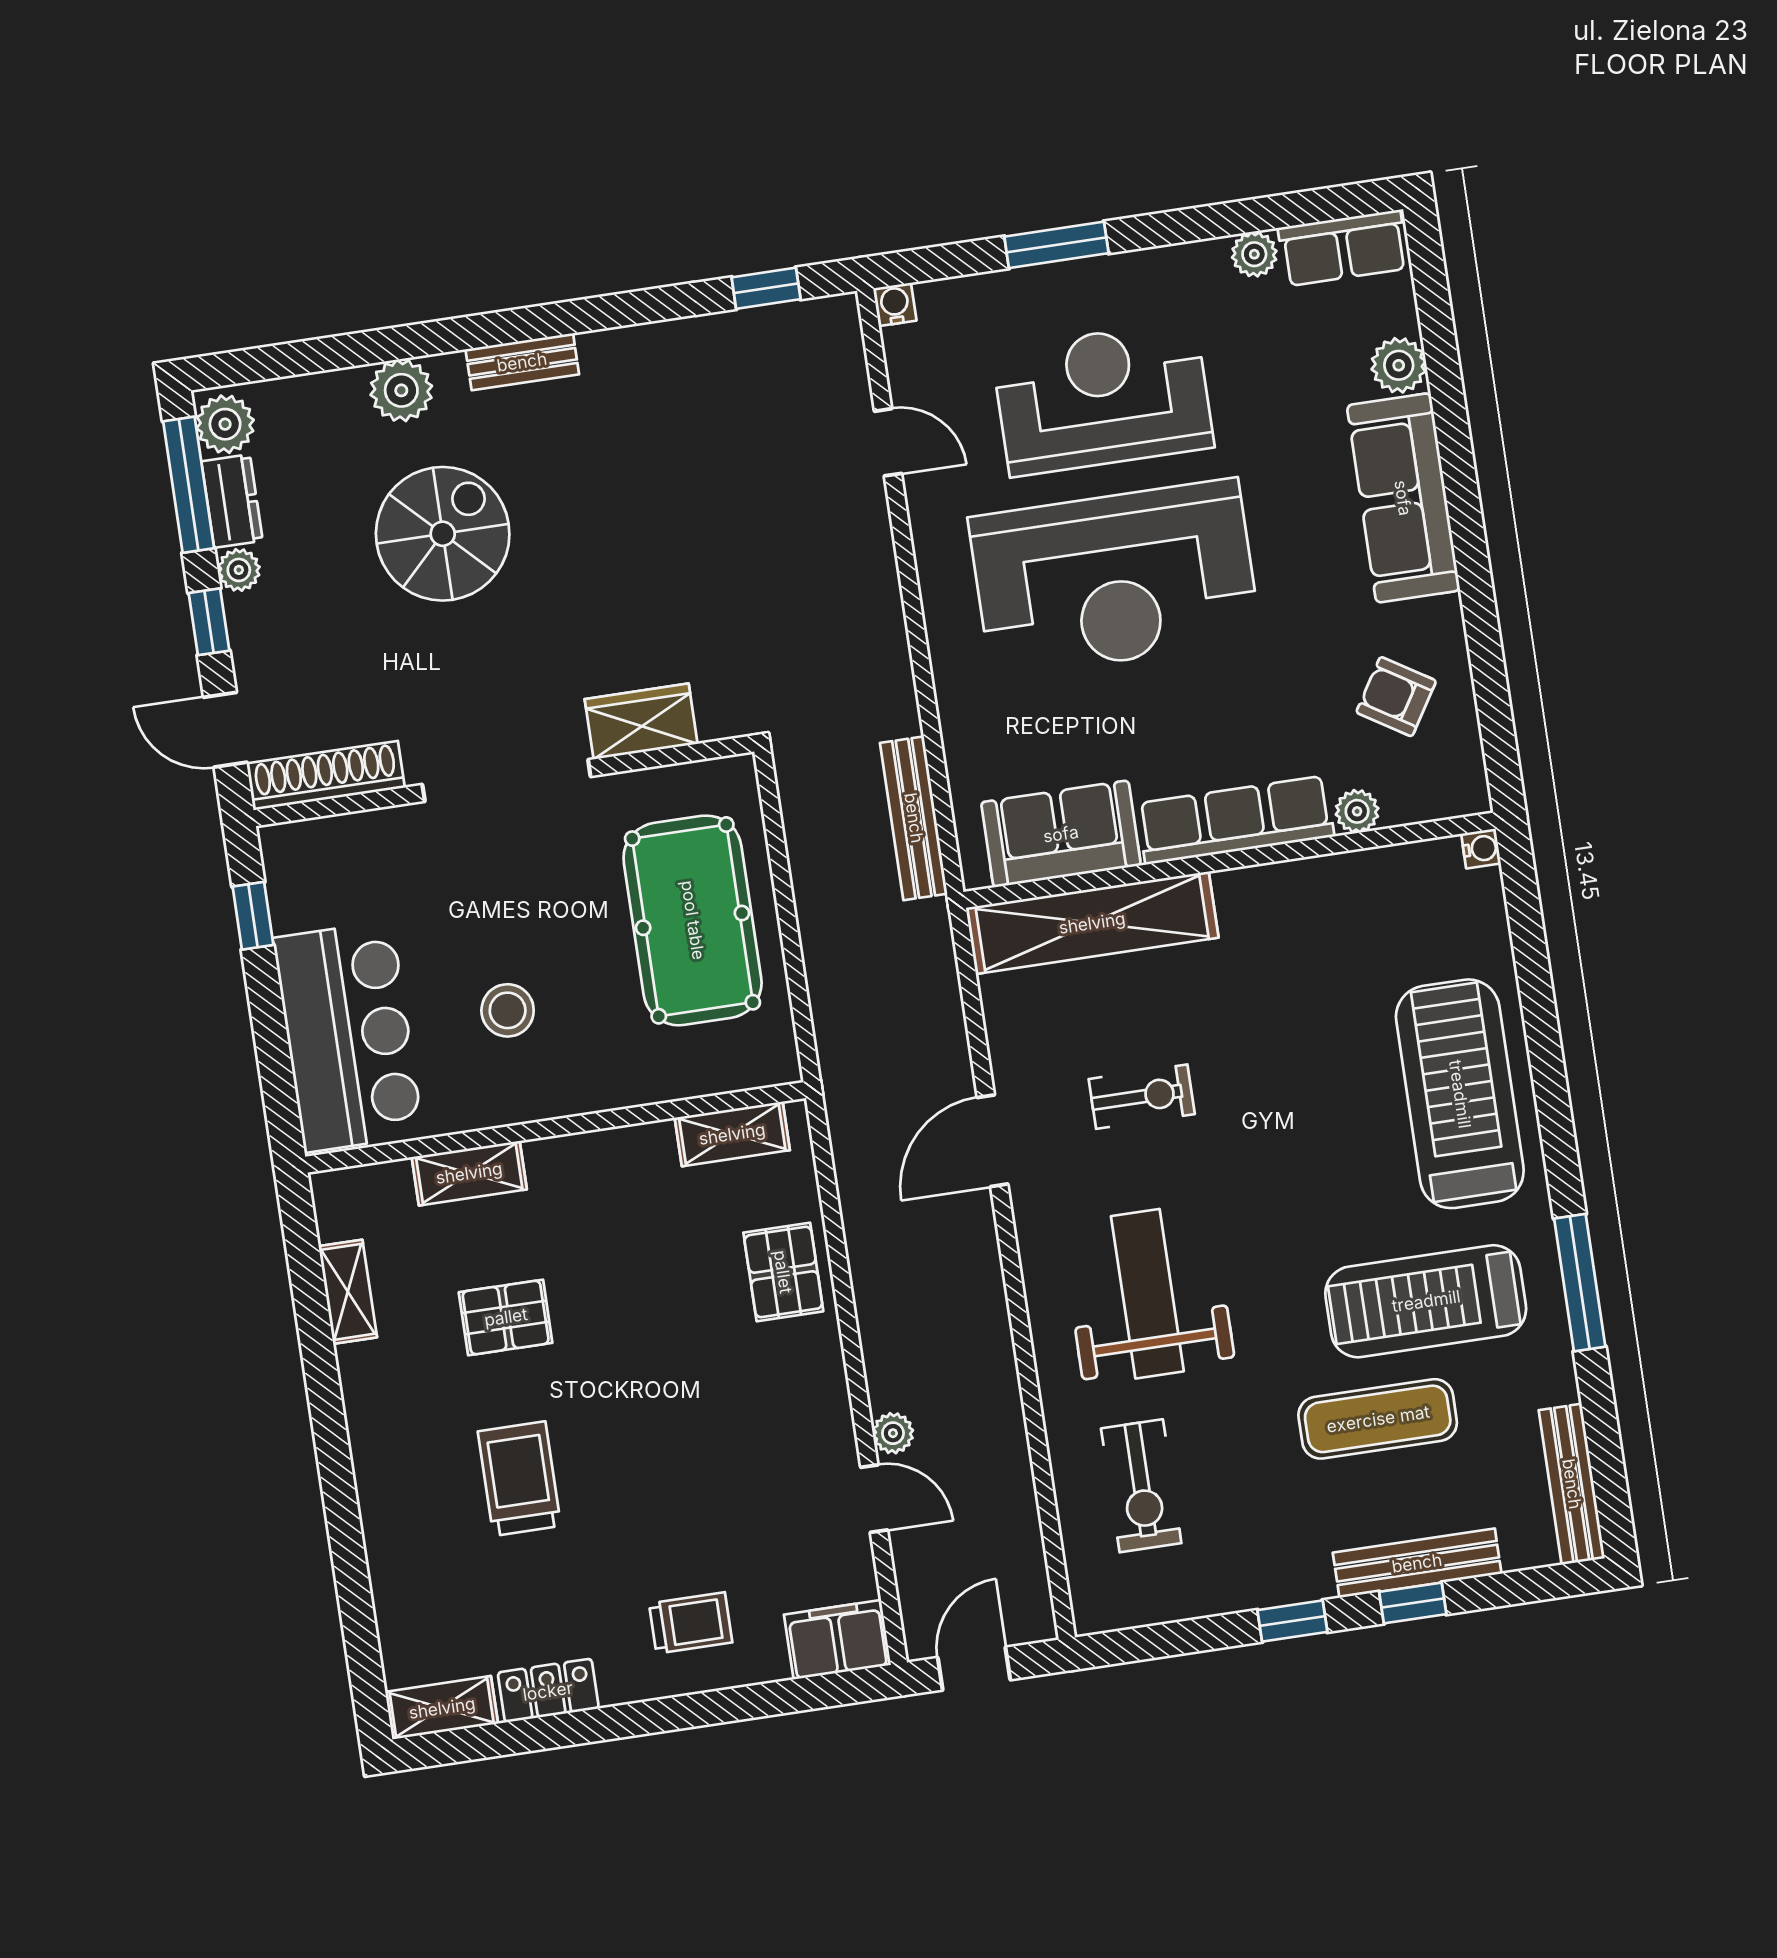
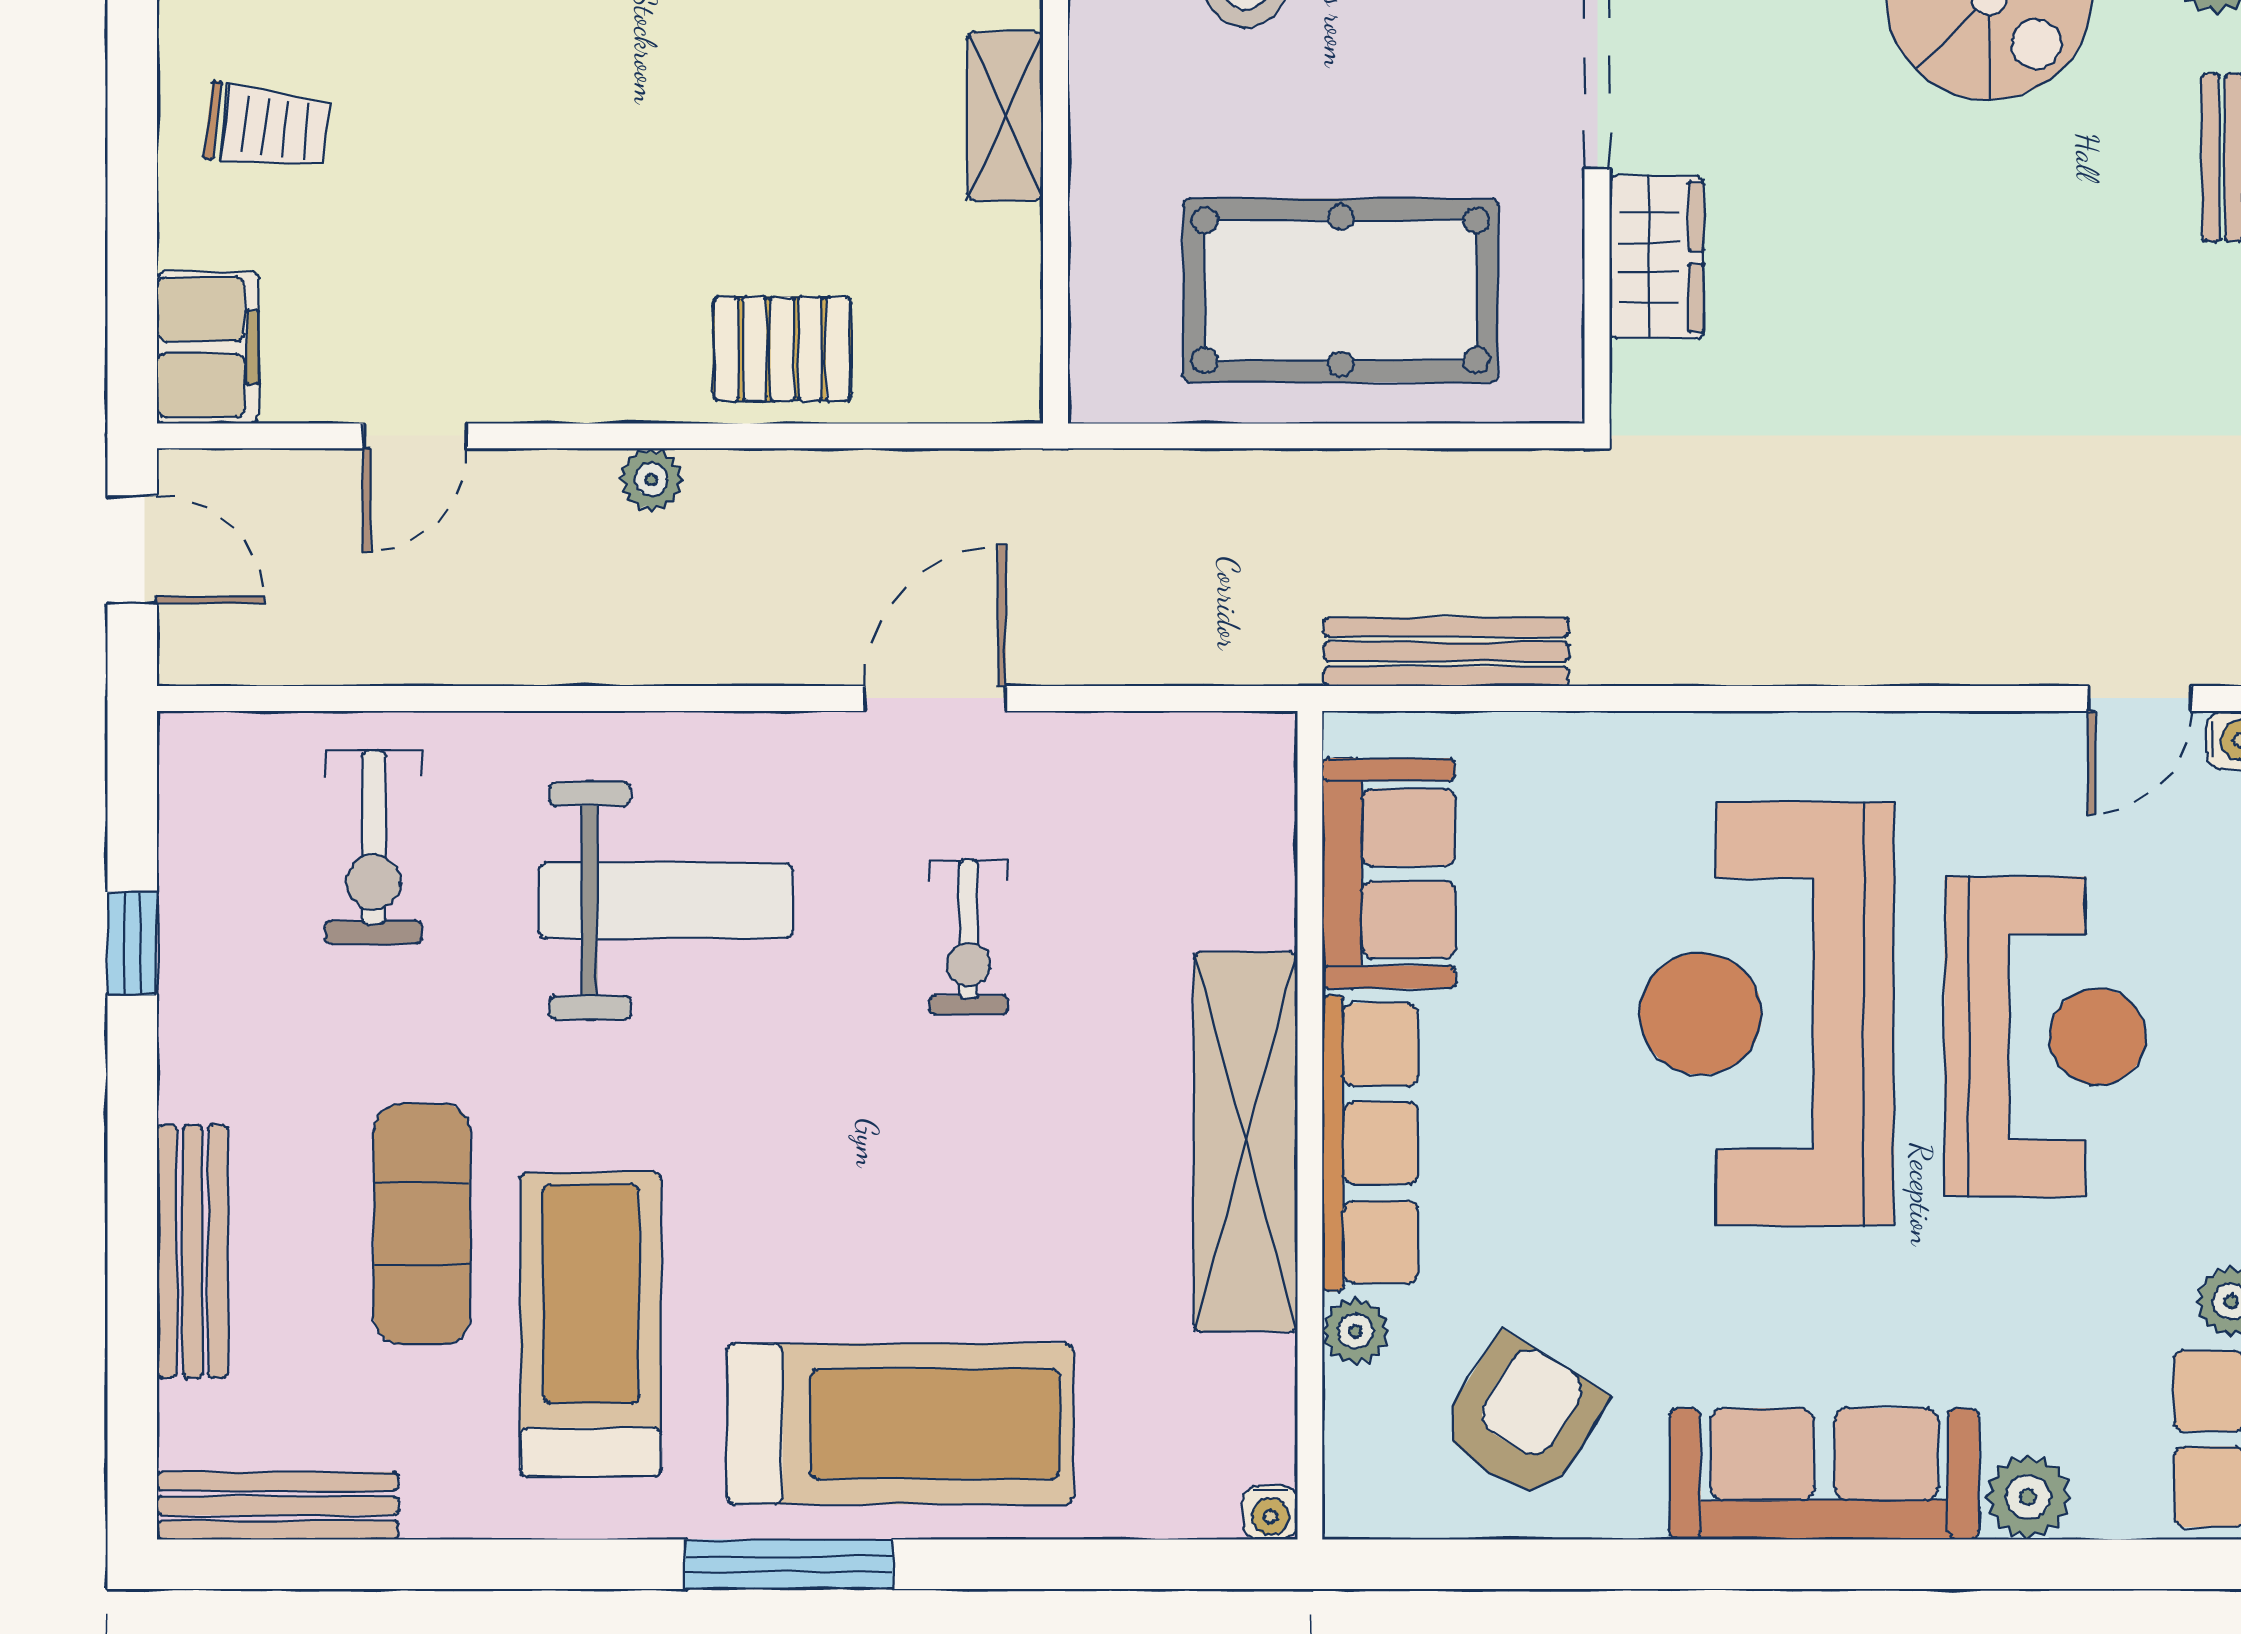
door: (888, 442) -> (2140, 698), moved
armchair: (1396, 697) -> (1522, 1417), width x1.38, depth x1.38
shelving: (1092, 923) -> (1246, 1142), moved
shelving: (732, 1134) -> (1005, 116), moved
door: (992, 1141) -> (935, 698), hinge flipped
window: (1580, 1283) -> (789, 1564), moved
plant: (893, 1433) -> (651, 480), moved
exercise bike: (1141, 1486) -> (374, 847), turned -90
window: (1413, 1603) -> (132, 1235), removed
window: (1292, 1621) -> (132, 943), moved
trolley: (691, 1623) -> (267, 127), turned -83

